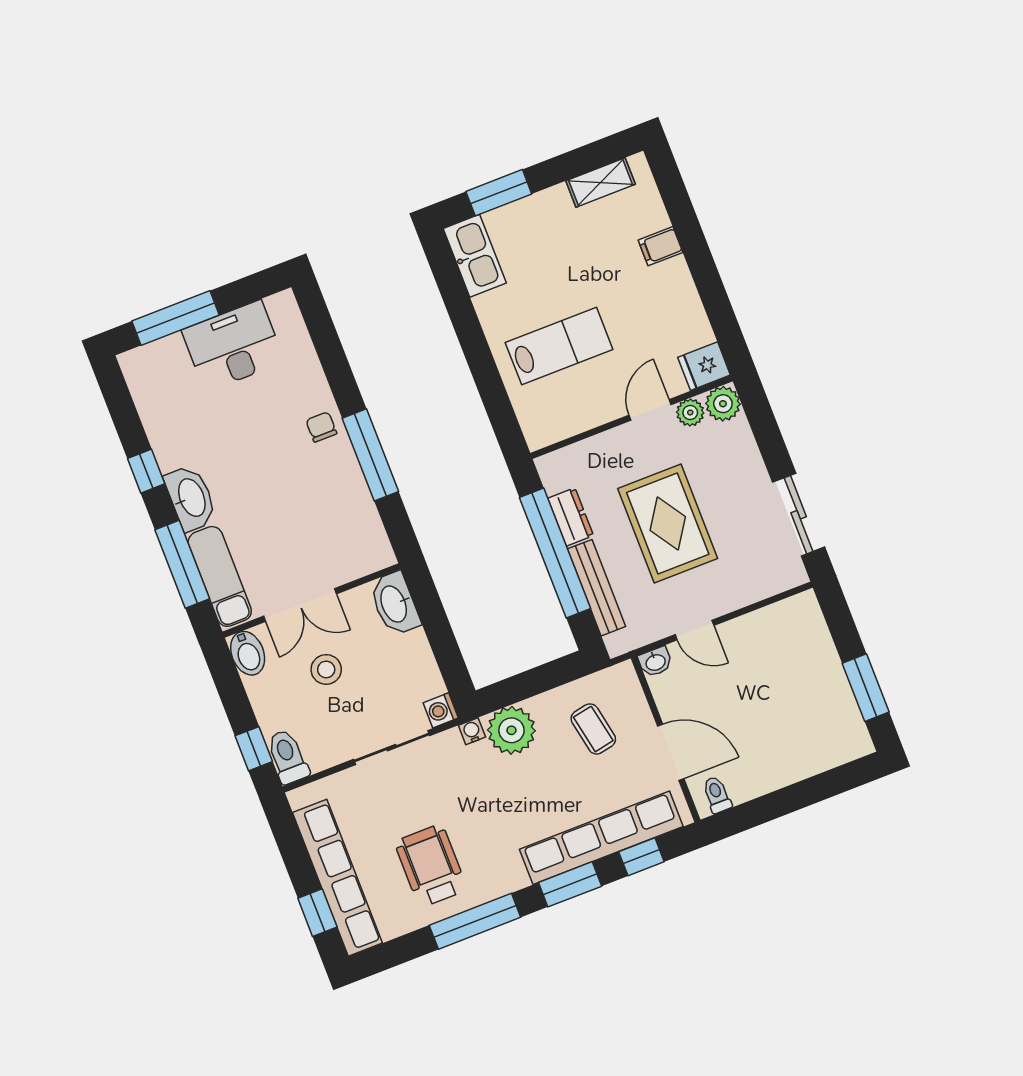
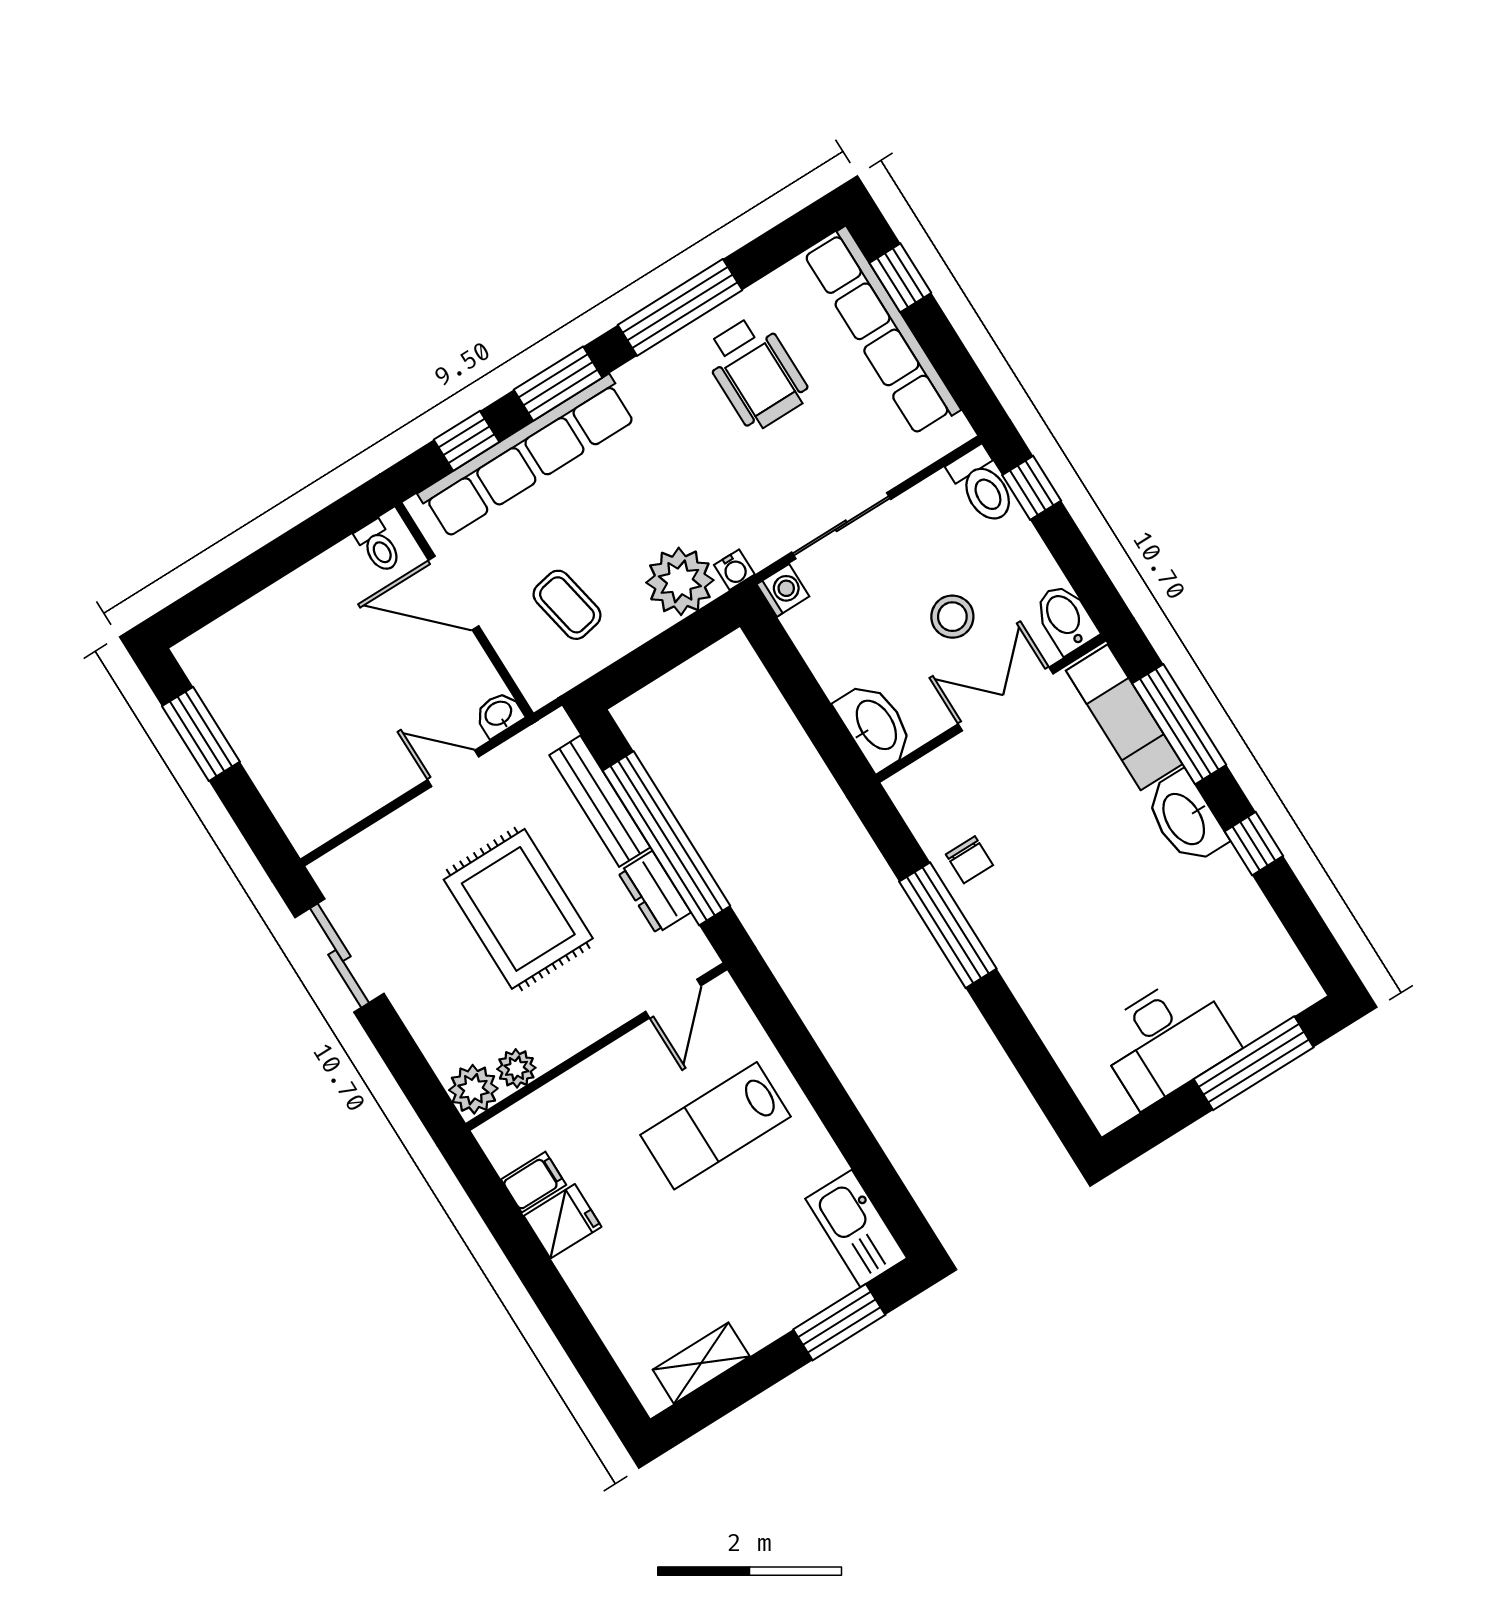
filing cabinet: (661, 246) -> (534, 1182), moved
fridge: (704, 366) -> (563, 1221), moved
door: (650, 410) -> (673, 999), moved
chair: (321, 427) -> (969, 860), moved

